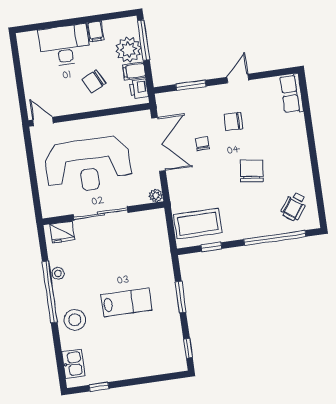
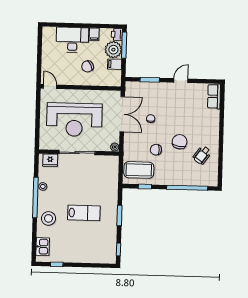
printer: (139, 89) -> (117, 34), moved
chair: (233, 121) -> (156, 150), moved
wheelchair: (294, 207) -> (202, 155), moved

